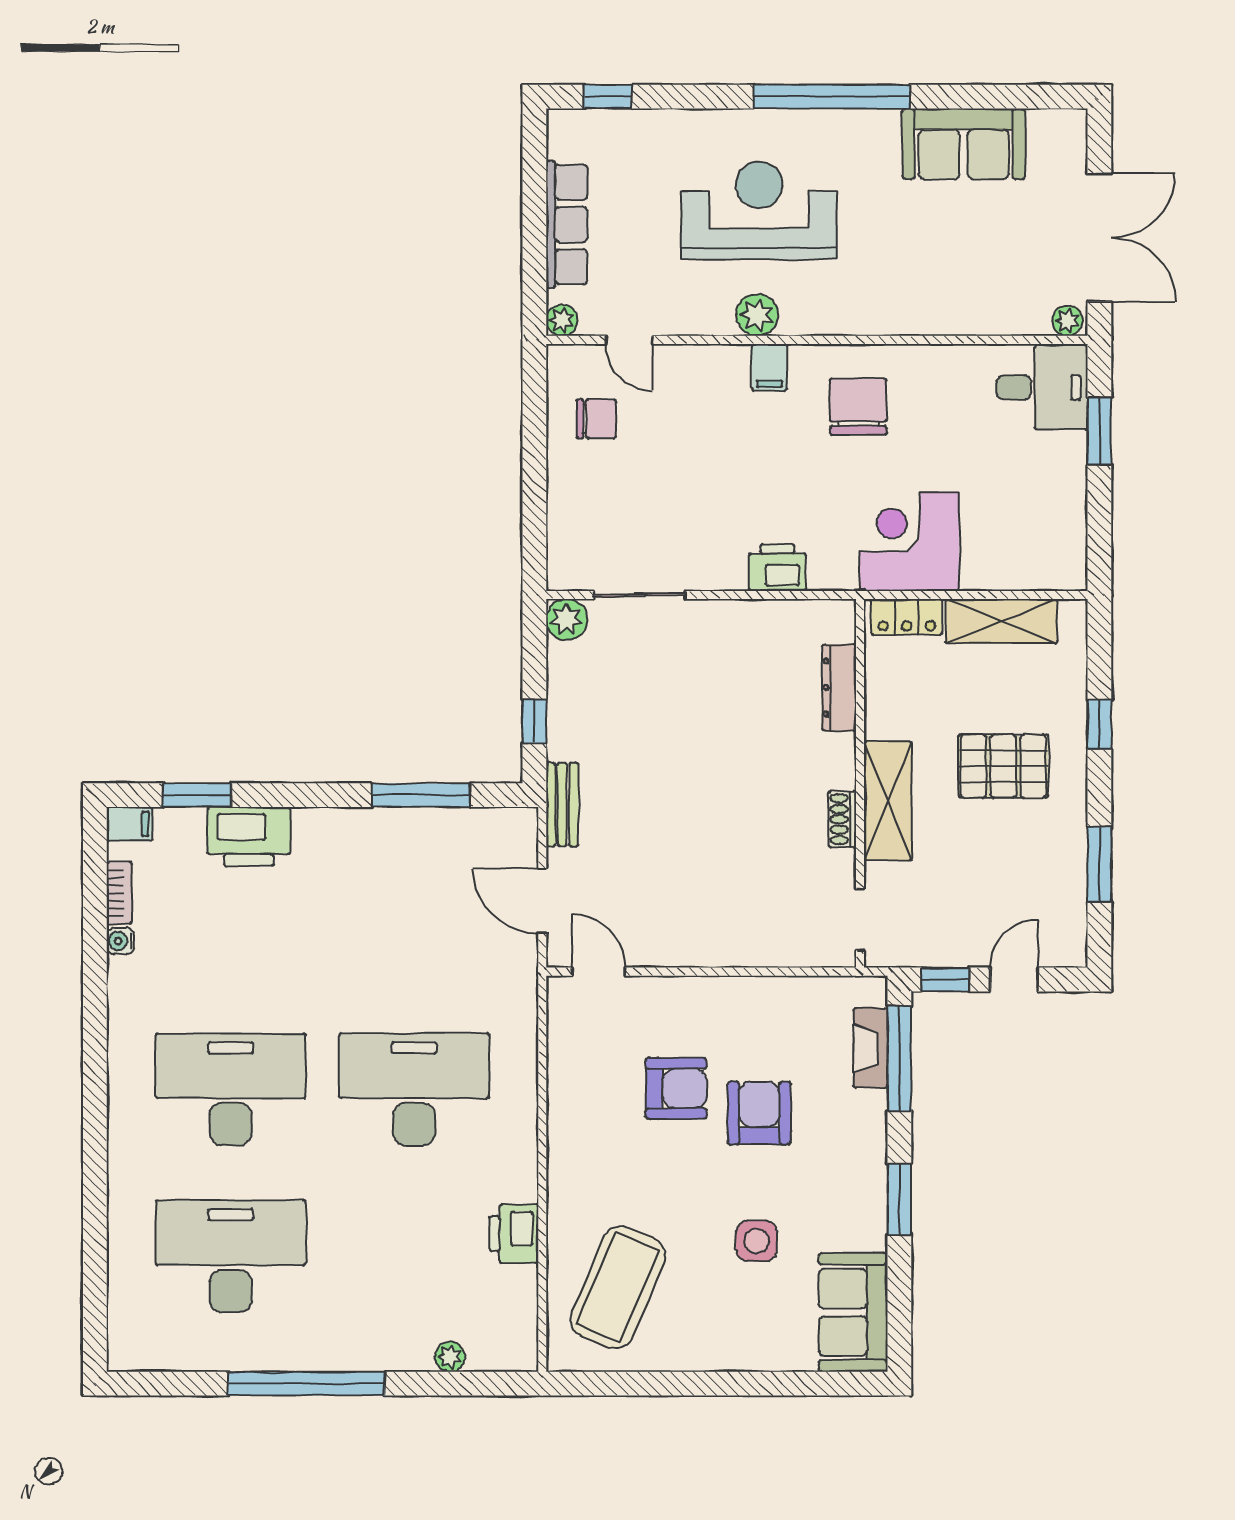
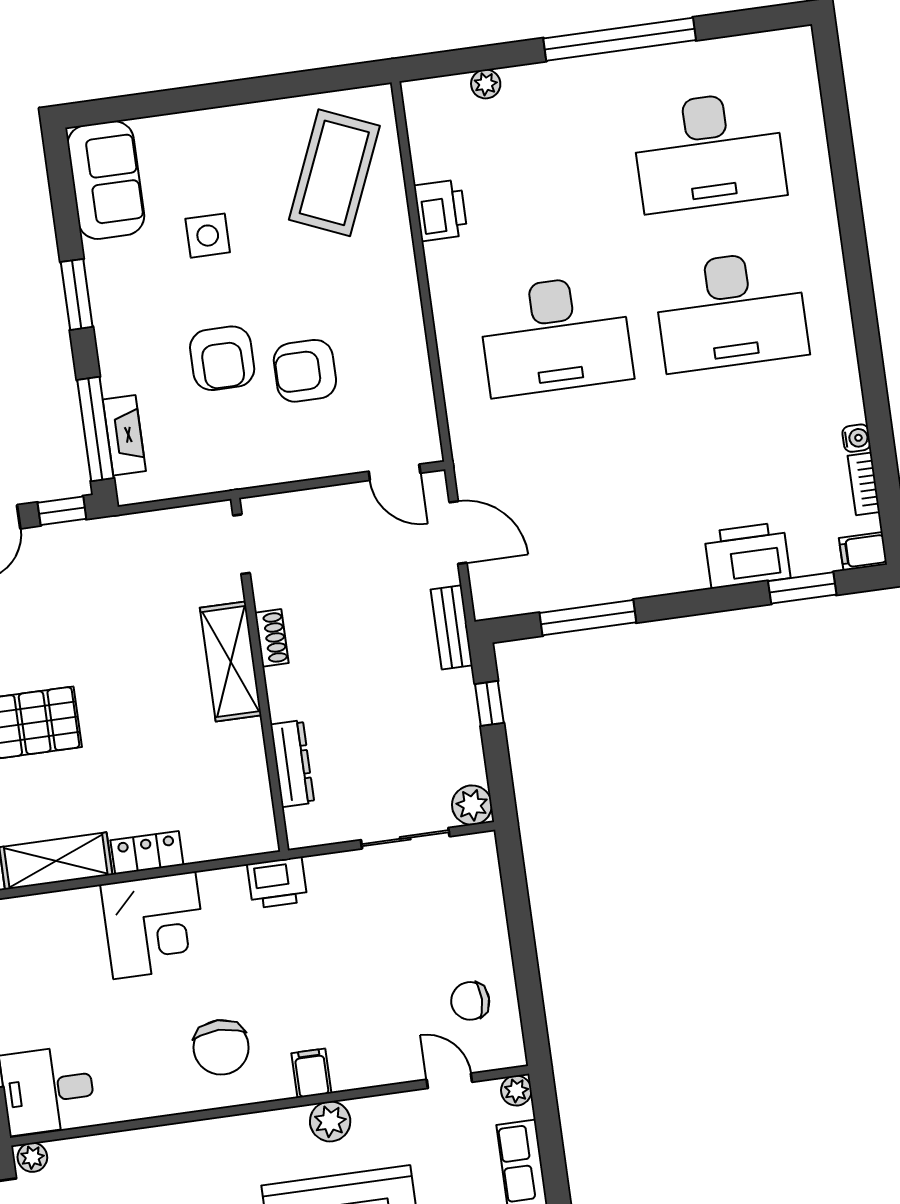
dresser: (839, 688) -> (292, 764), moved
wall: (860, 783) -> (260, 675), moved
shelving: (888, 801) -> (231, 662), moved
shoe rack: (842, 819) -> (272, 638), moved
doorway: (860, 920) -> (241, 544), moved

